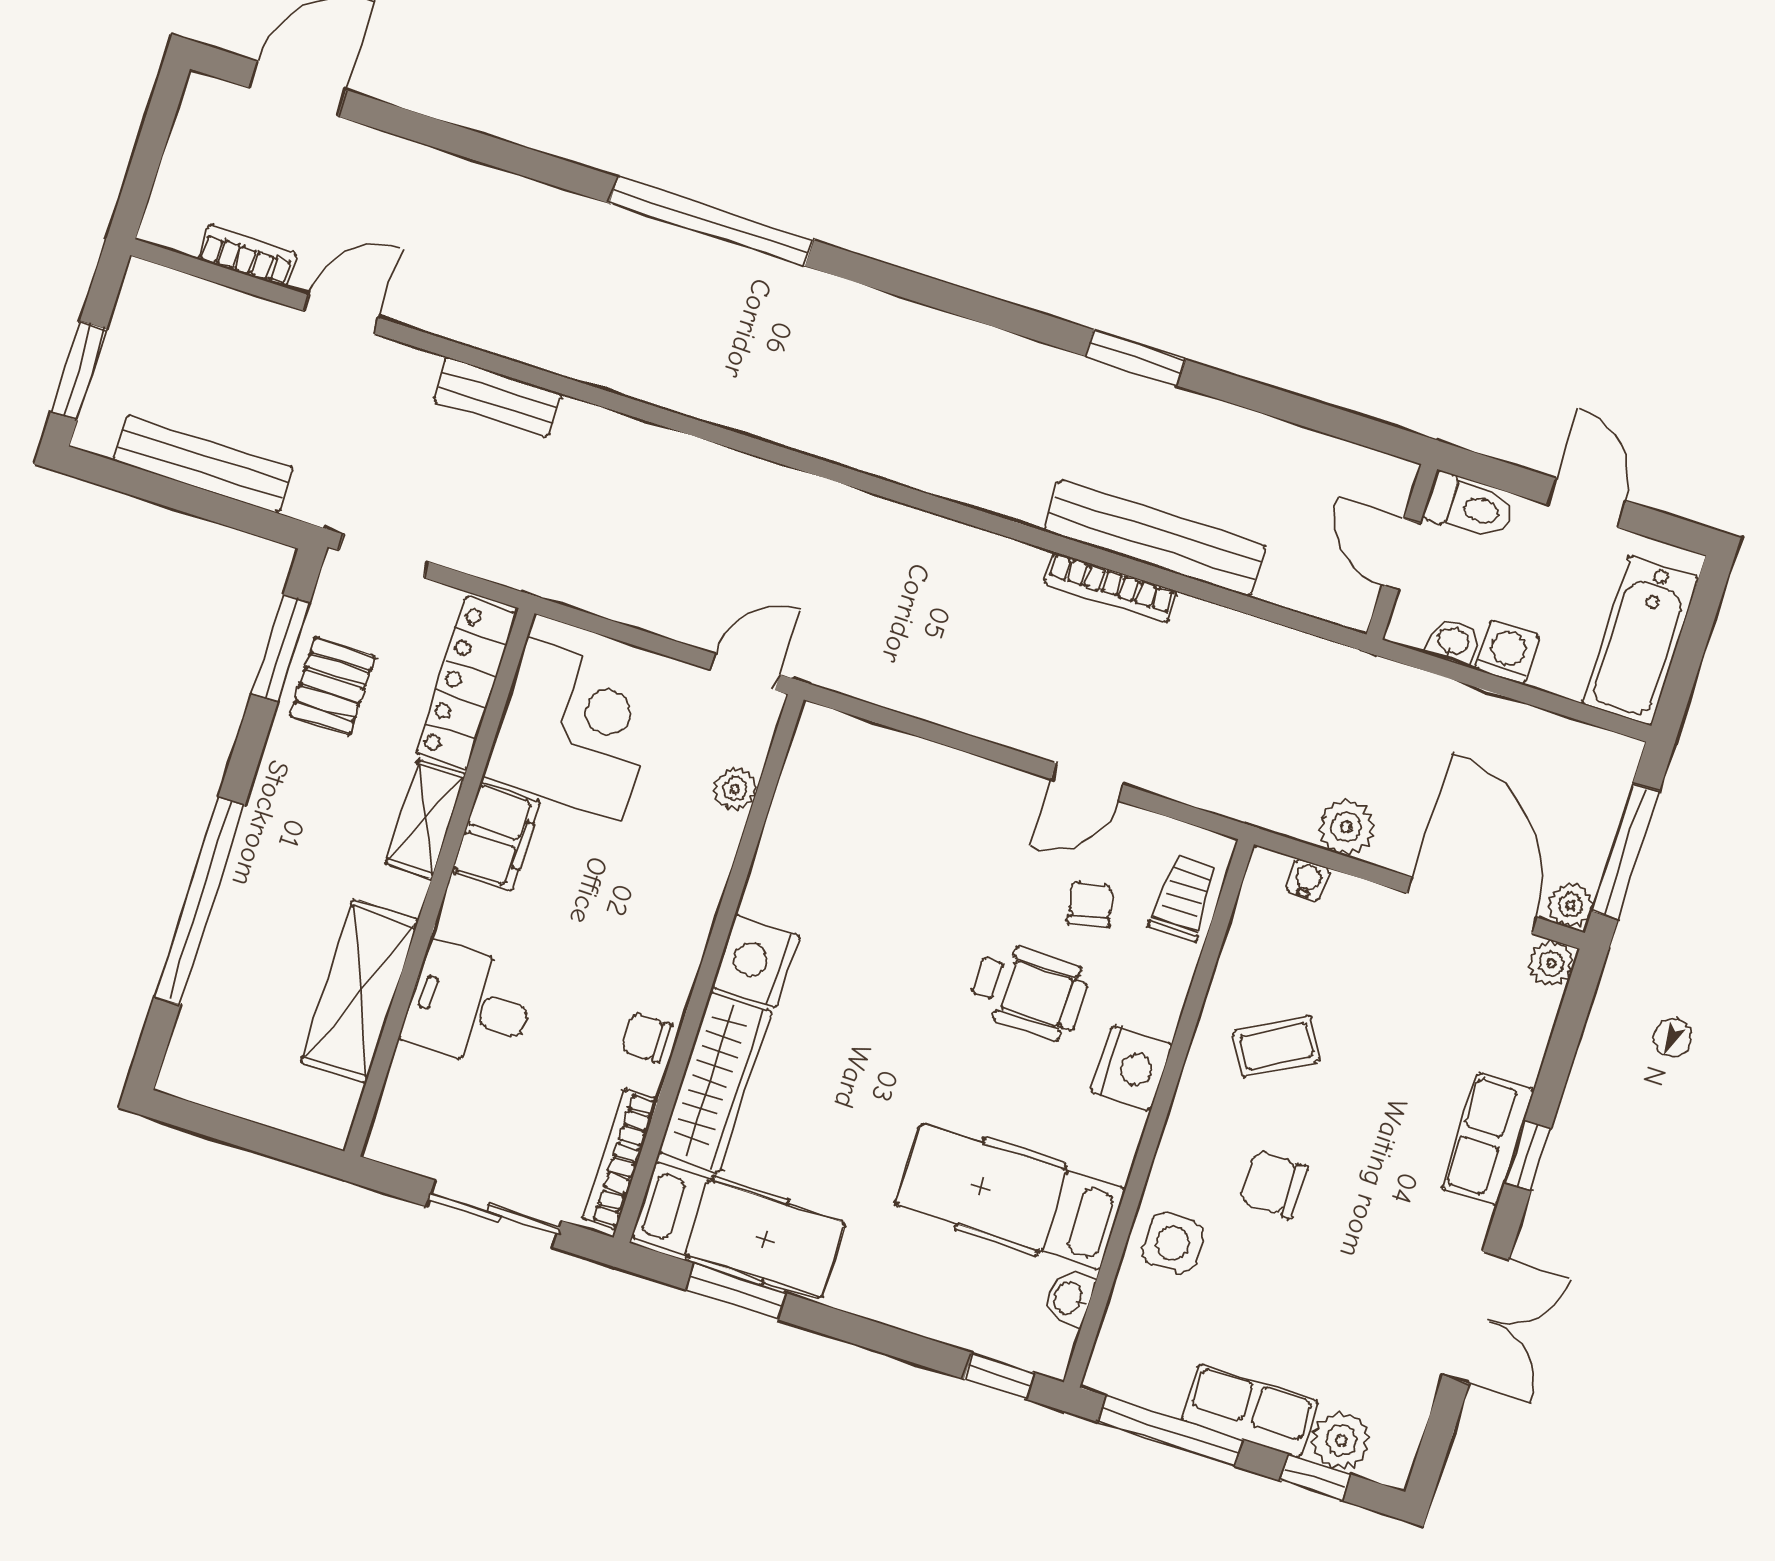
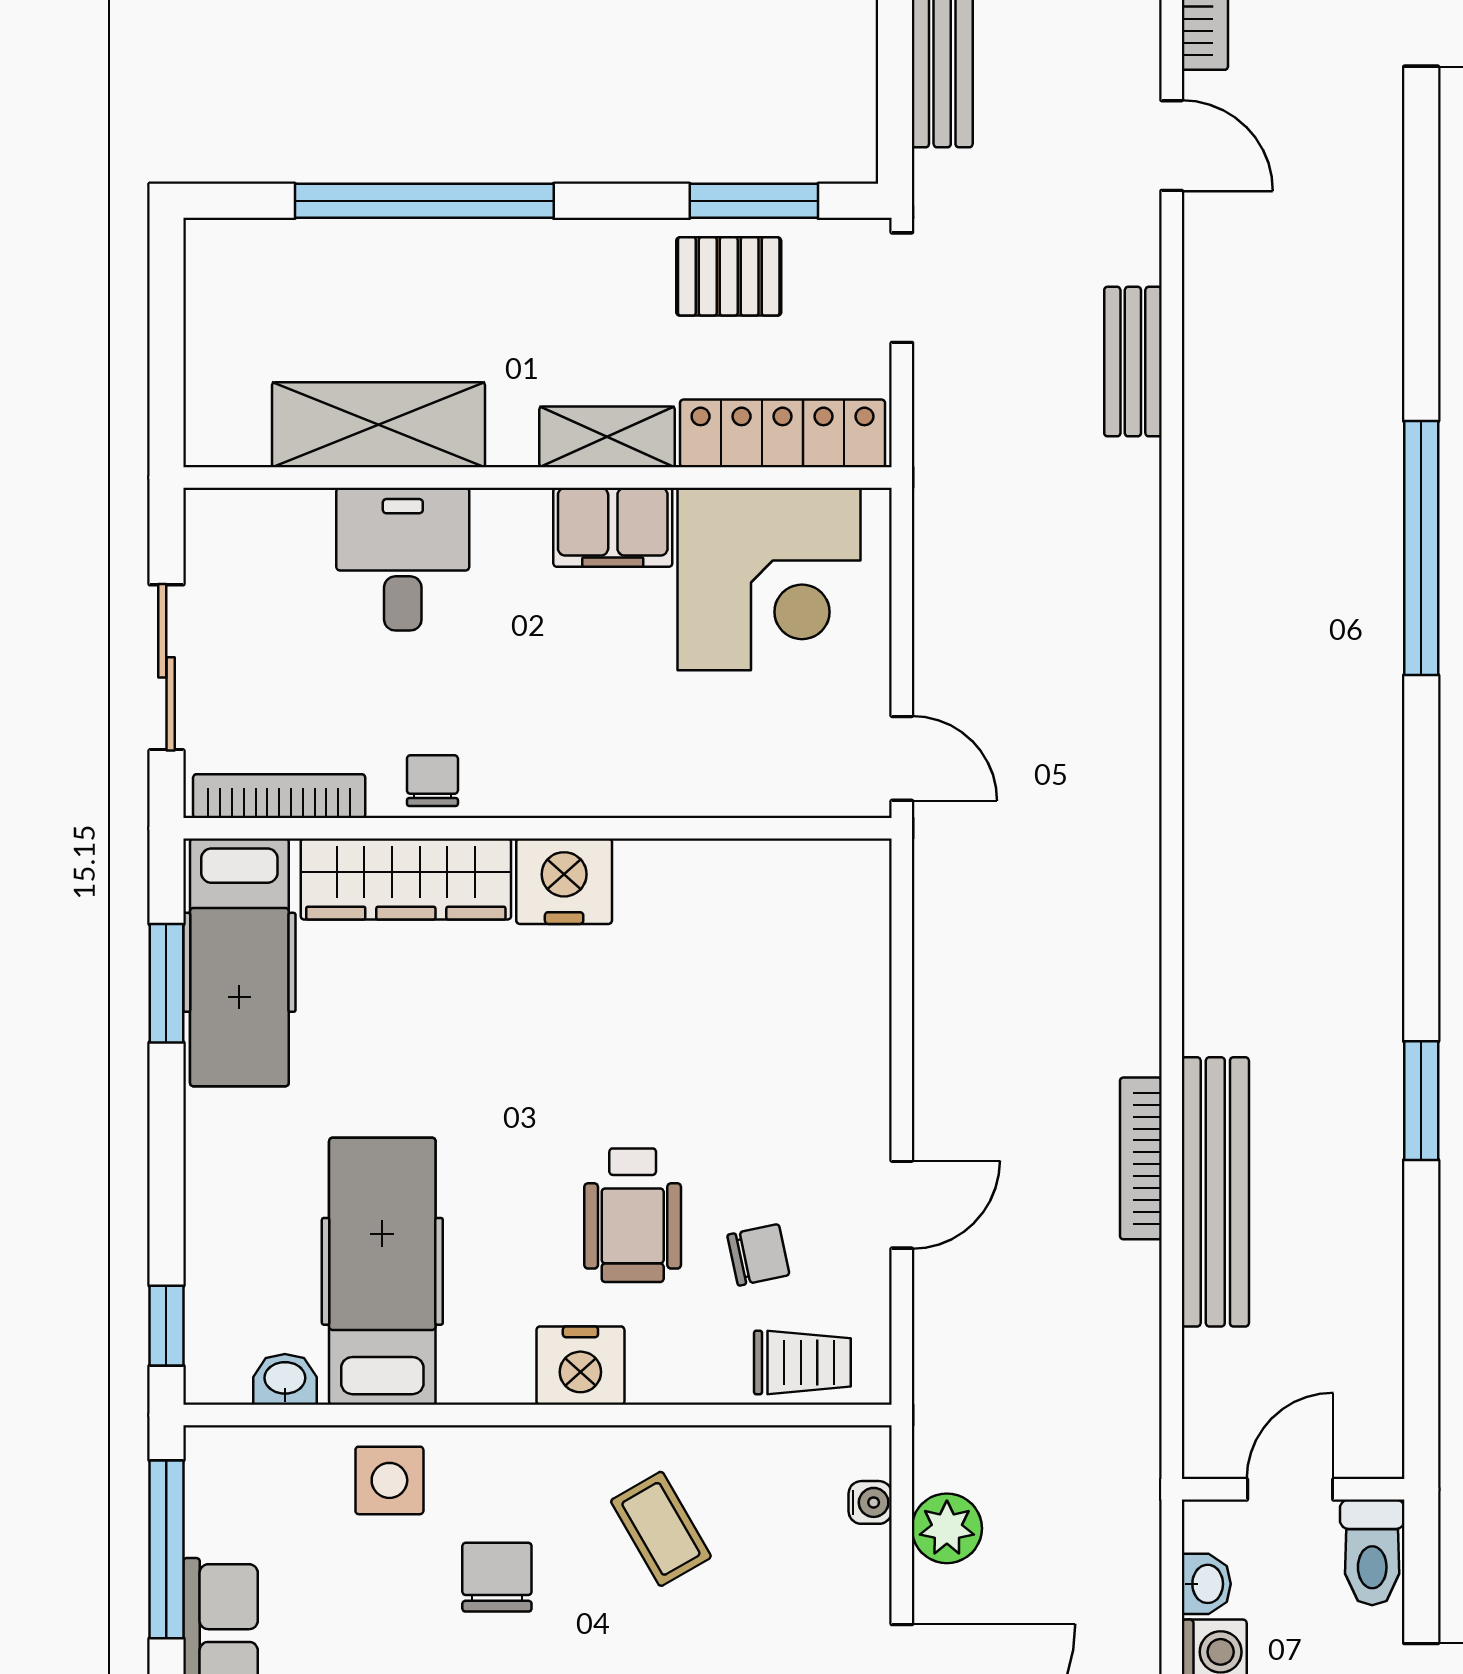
door: (1087, 782) -> (902, 1205), swing flipped
plant: (735, 789) -> (760, 791), removed

